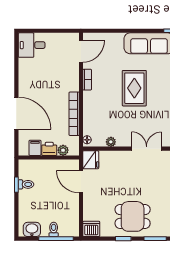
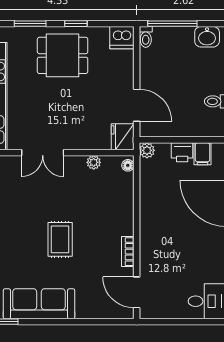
door: (81, 51) -> (137, 292), hinge flipped
rug: (134, 88) -> (60, 239), width x0.73, depth x0.70
bookcase: (74, 114) -> (146, 203), removed
plant: (63, 150) -> (147, 150), moved
toilet: (54, 229) -> (146, 37), moved

